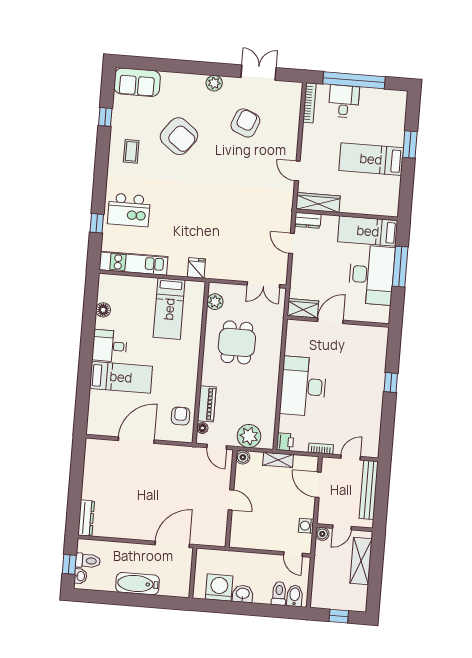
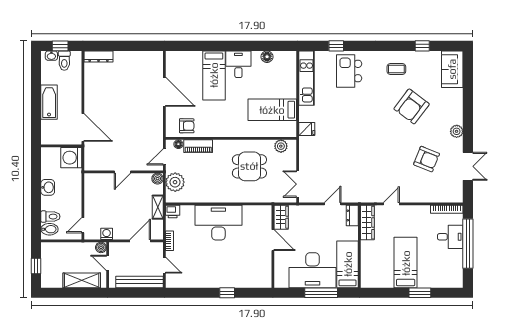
washing machine: (219, 588) -> (71, 158), moved, turned 180

